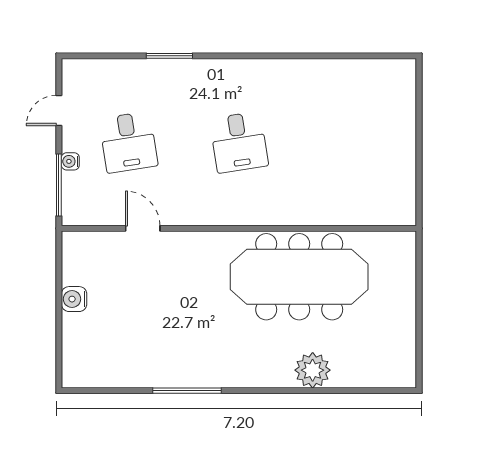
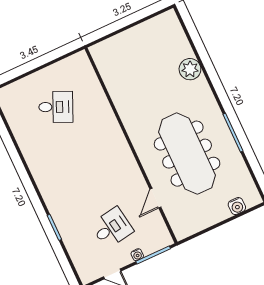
desk: (239, 142) -> (56, 107), moved, turned 33
meeting table: (299, 277) -> (187, 154), moved
water cooler: (74, 299) -> (237, 206), moved

